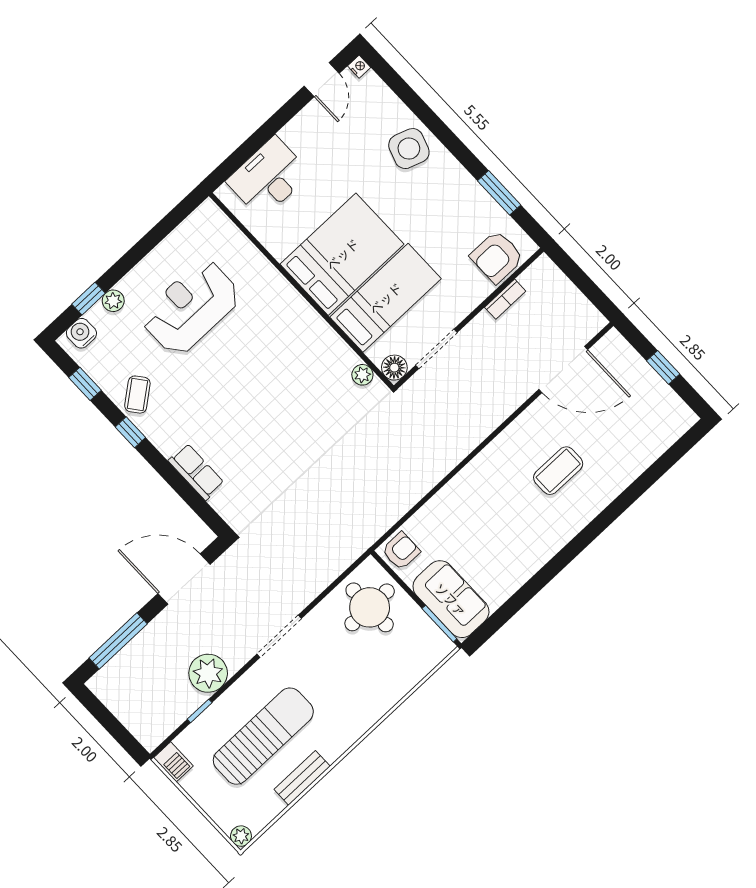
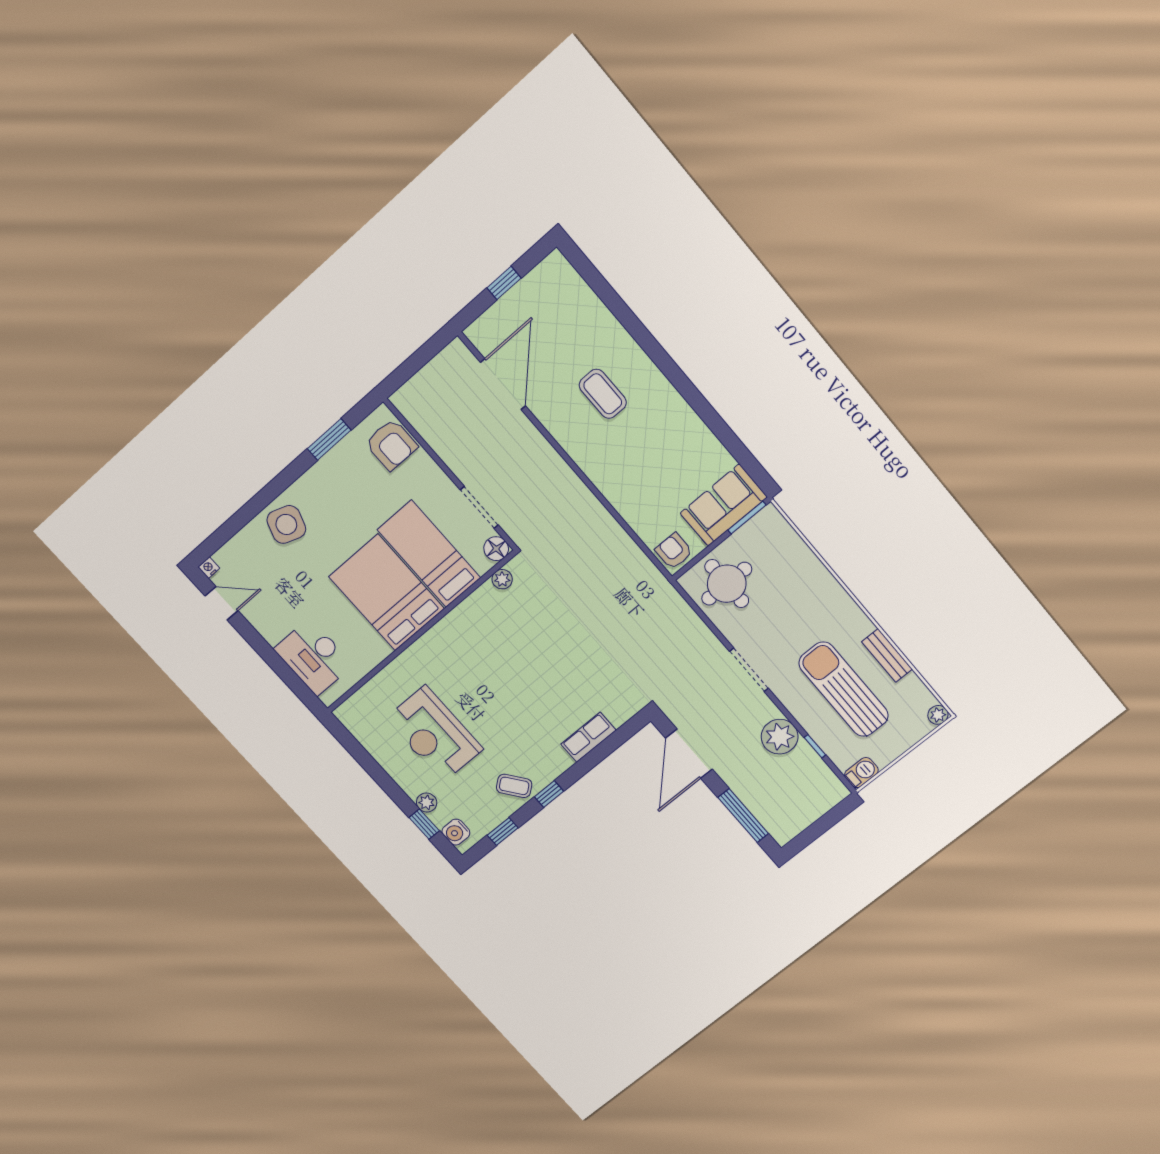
bookcase: (505, 299) -> (433, 438), removed

